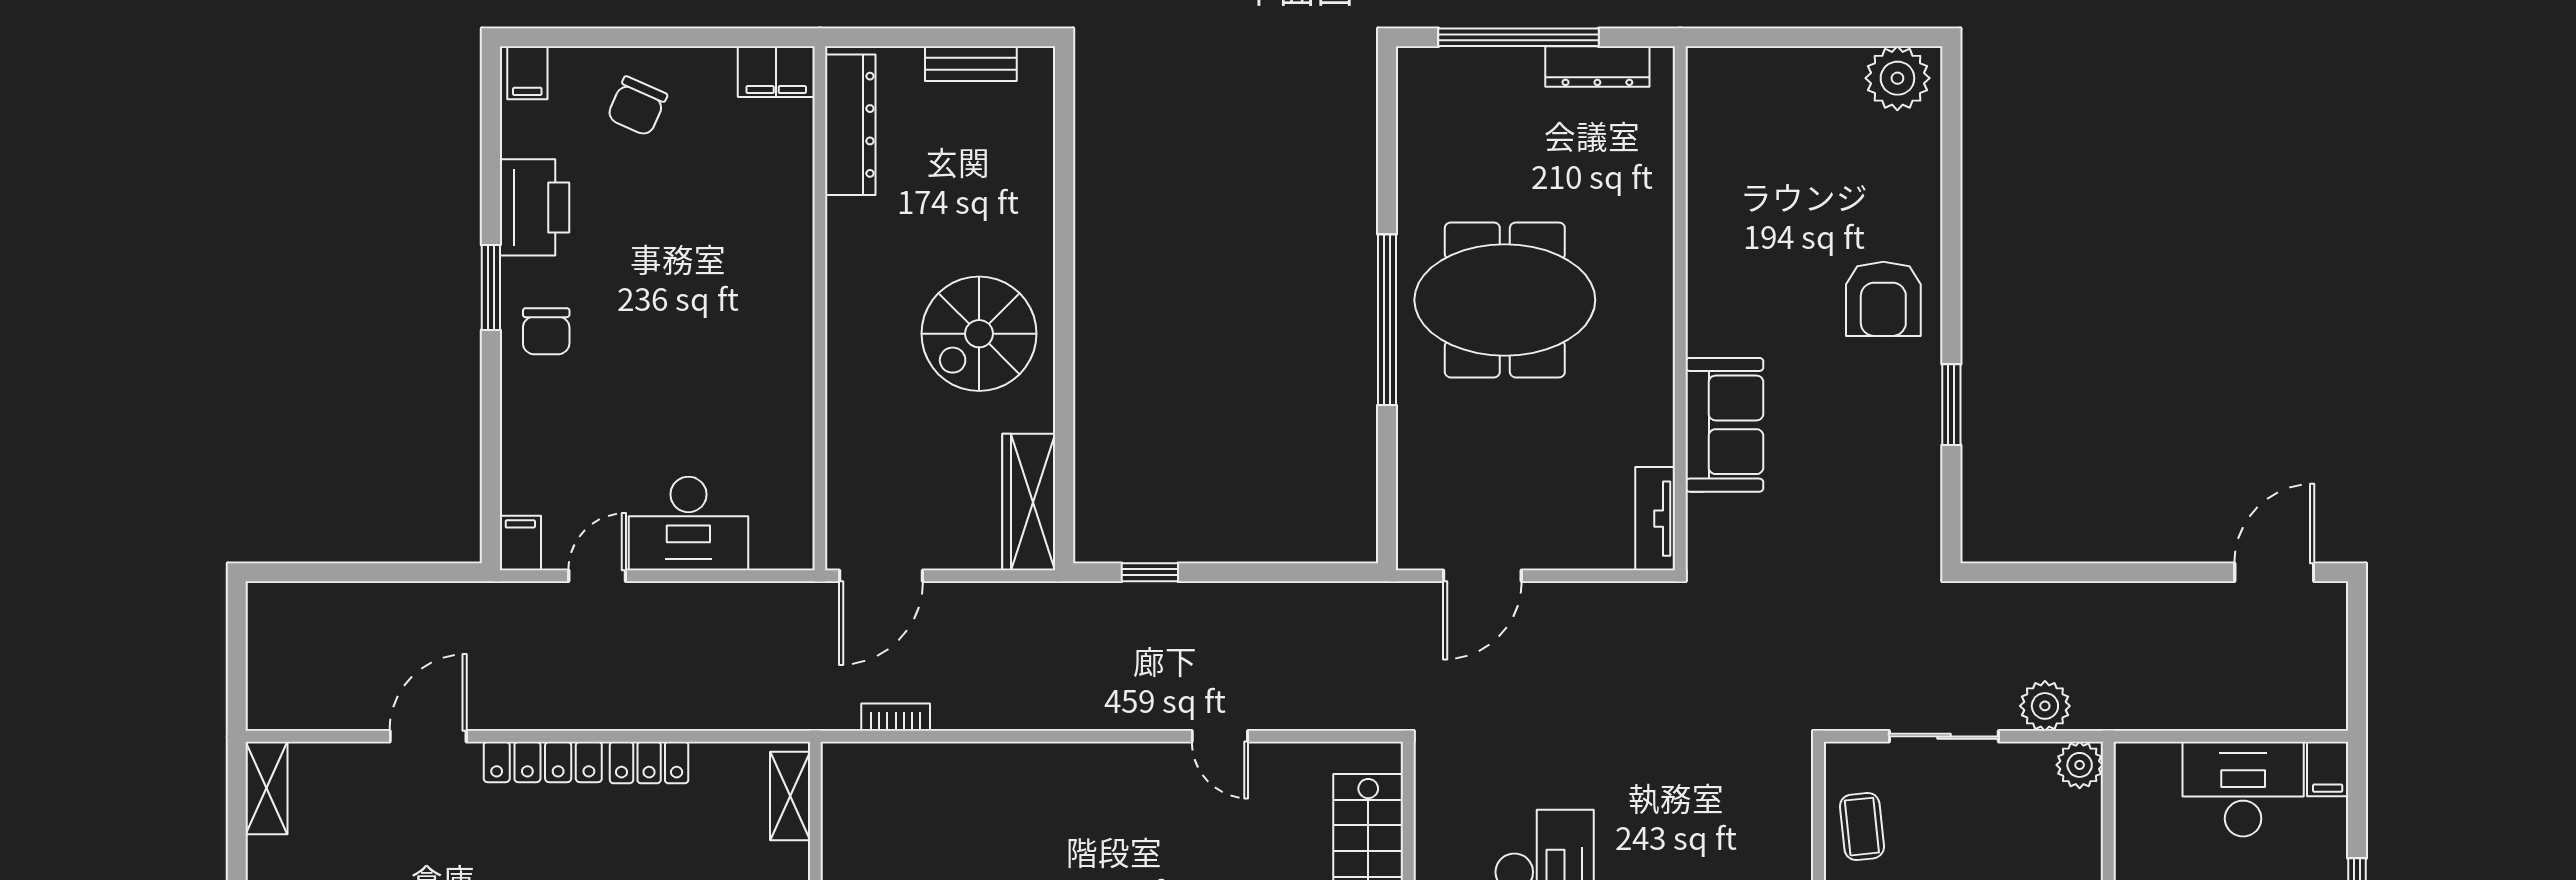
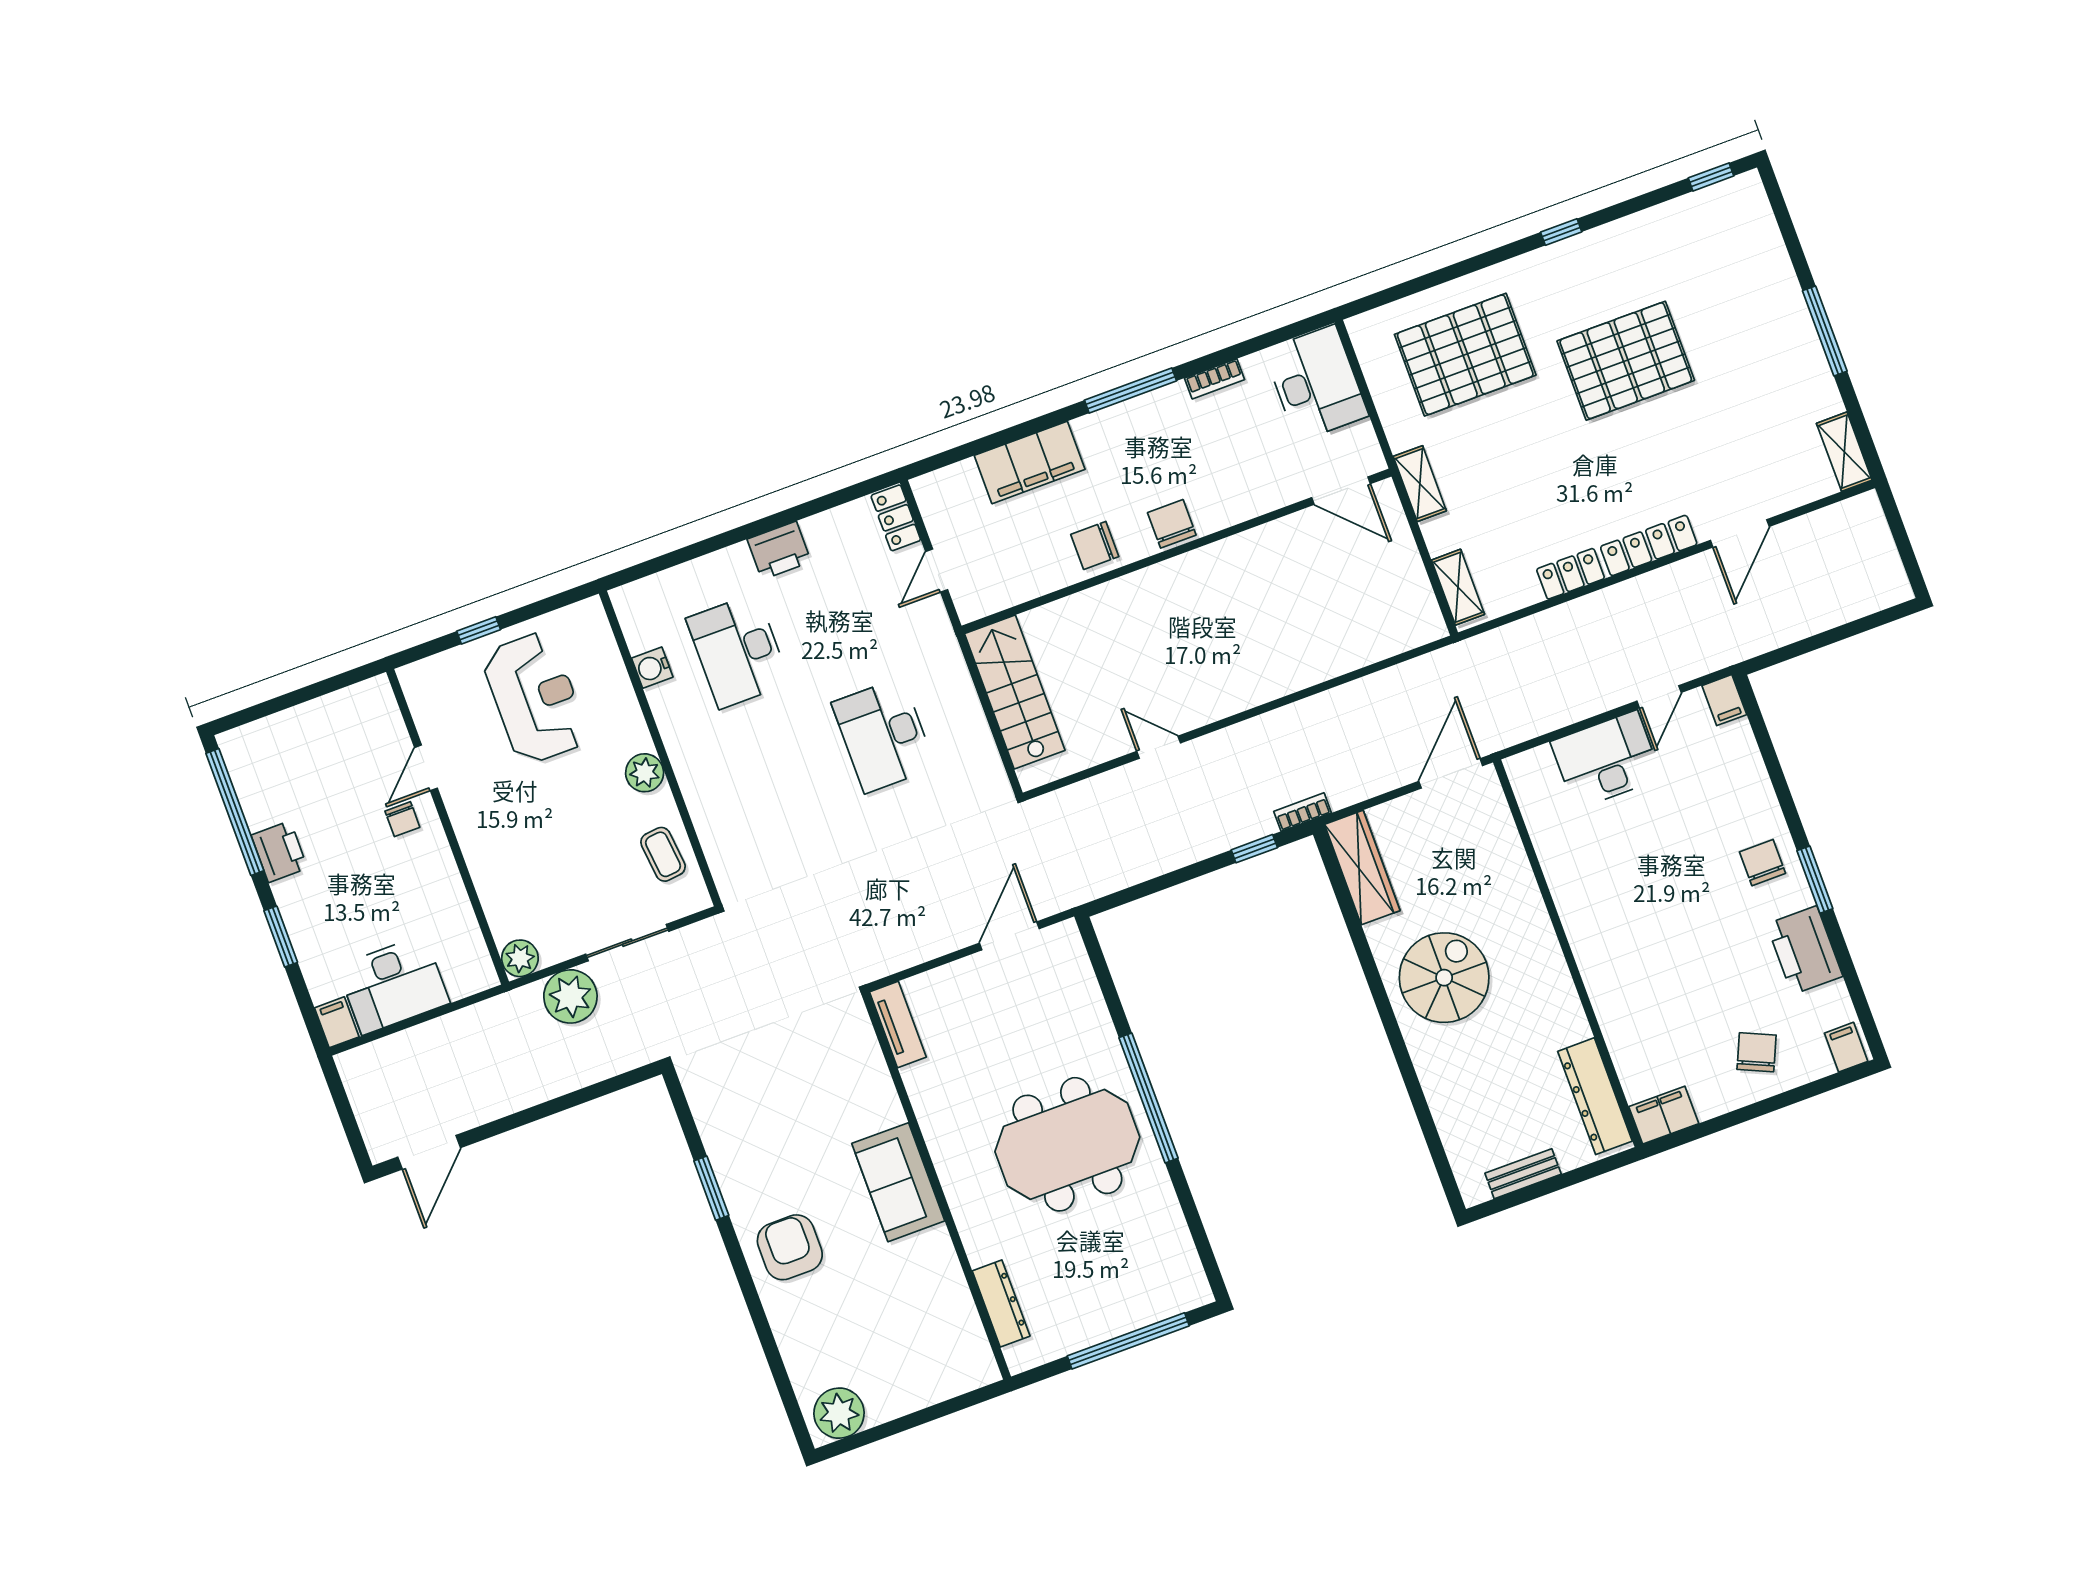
dresser: (1597, 66) -> (1001, 1303), moved, turned 90
sofa: (1724, 425) -> (898, 1182), moved
plant: (2045, 706) -> (570, 996), width x1.36, depth x1.36
bookcase: (896, 717) -> (1303, 812), moved, turned 180

